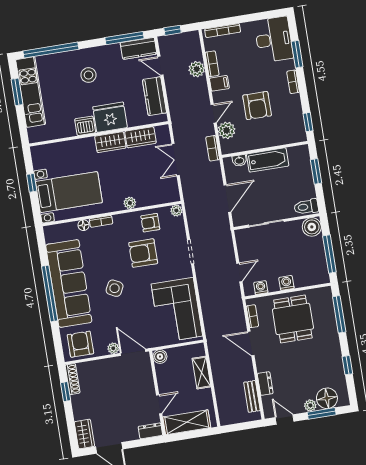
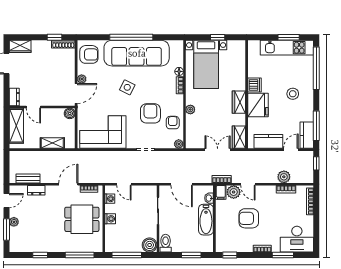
filing cabinet: (219, 83) -> (221, 192), moved
wardrobe: (140, 137) -> (239, 137), moved
floor lamp: (327, 398) -> (17, 235), removed

